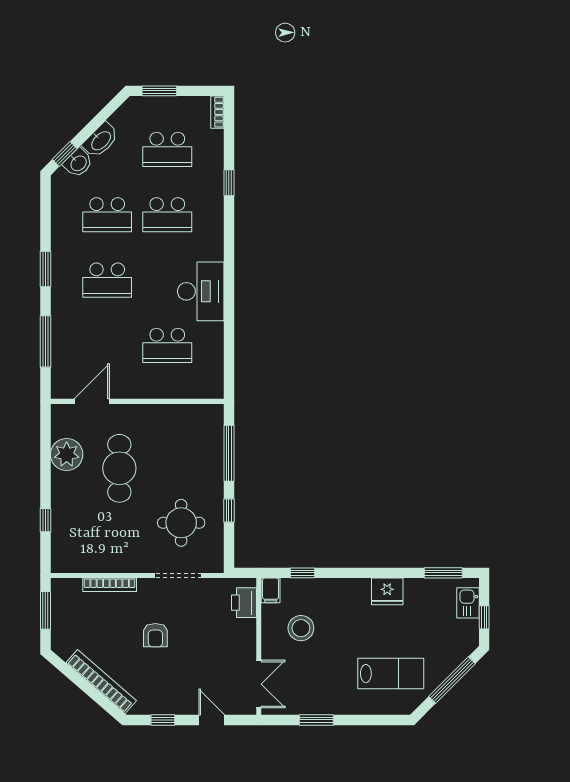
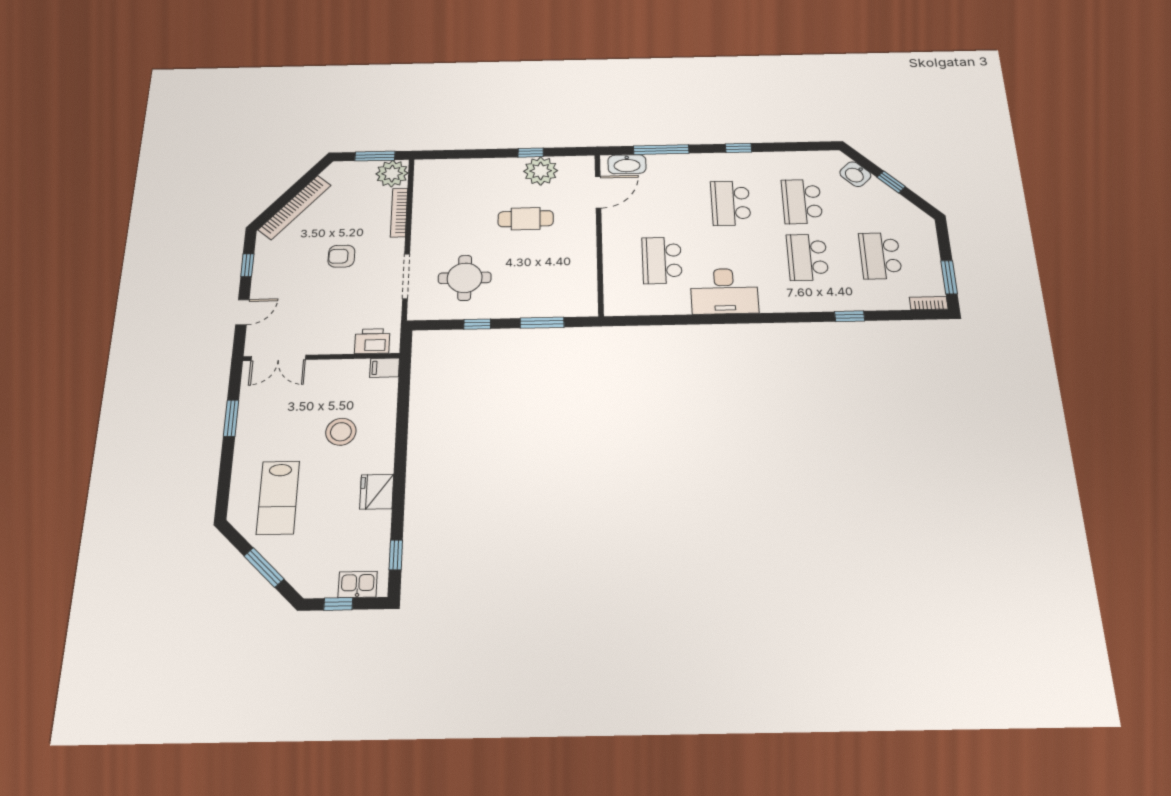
window: (159, 91) -> (949, 277), moved
washbasin: (101, 140) -> (627, 164), moved, turned -45
window: (65, 154) -> (891, 182), moved
window: (45, 269) -> (738, 148), width x0.67
door: (92, 401) -> (598, 192), hinge flipped
window: (229, 453) -> (542, 323), width x0.69
cafe table: (119, 468) -> (526, 219), width x0.73, depth x0.74
window: (45, 520) -> (531, 153), moved
window: (302, 573) -> (403, 400), removed
window: (443, 573) -> (396, 555), width x0.67
plant: (66, 593) -> (392, 174), added
stool: (301, 628) -> (341, 432), moved
window: (452, 680) -> (264, 567), width x0.69

